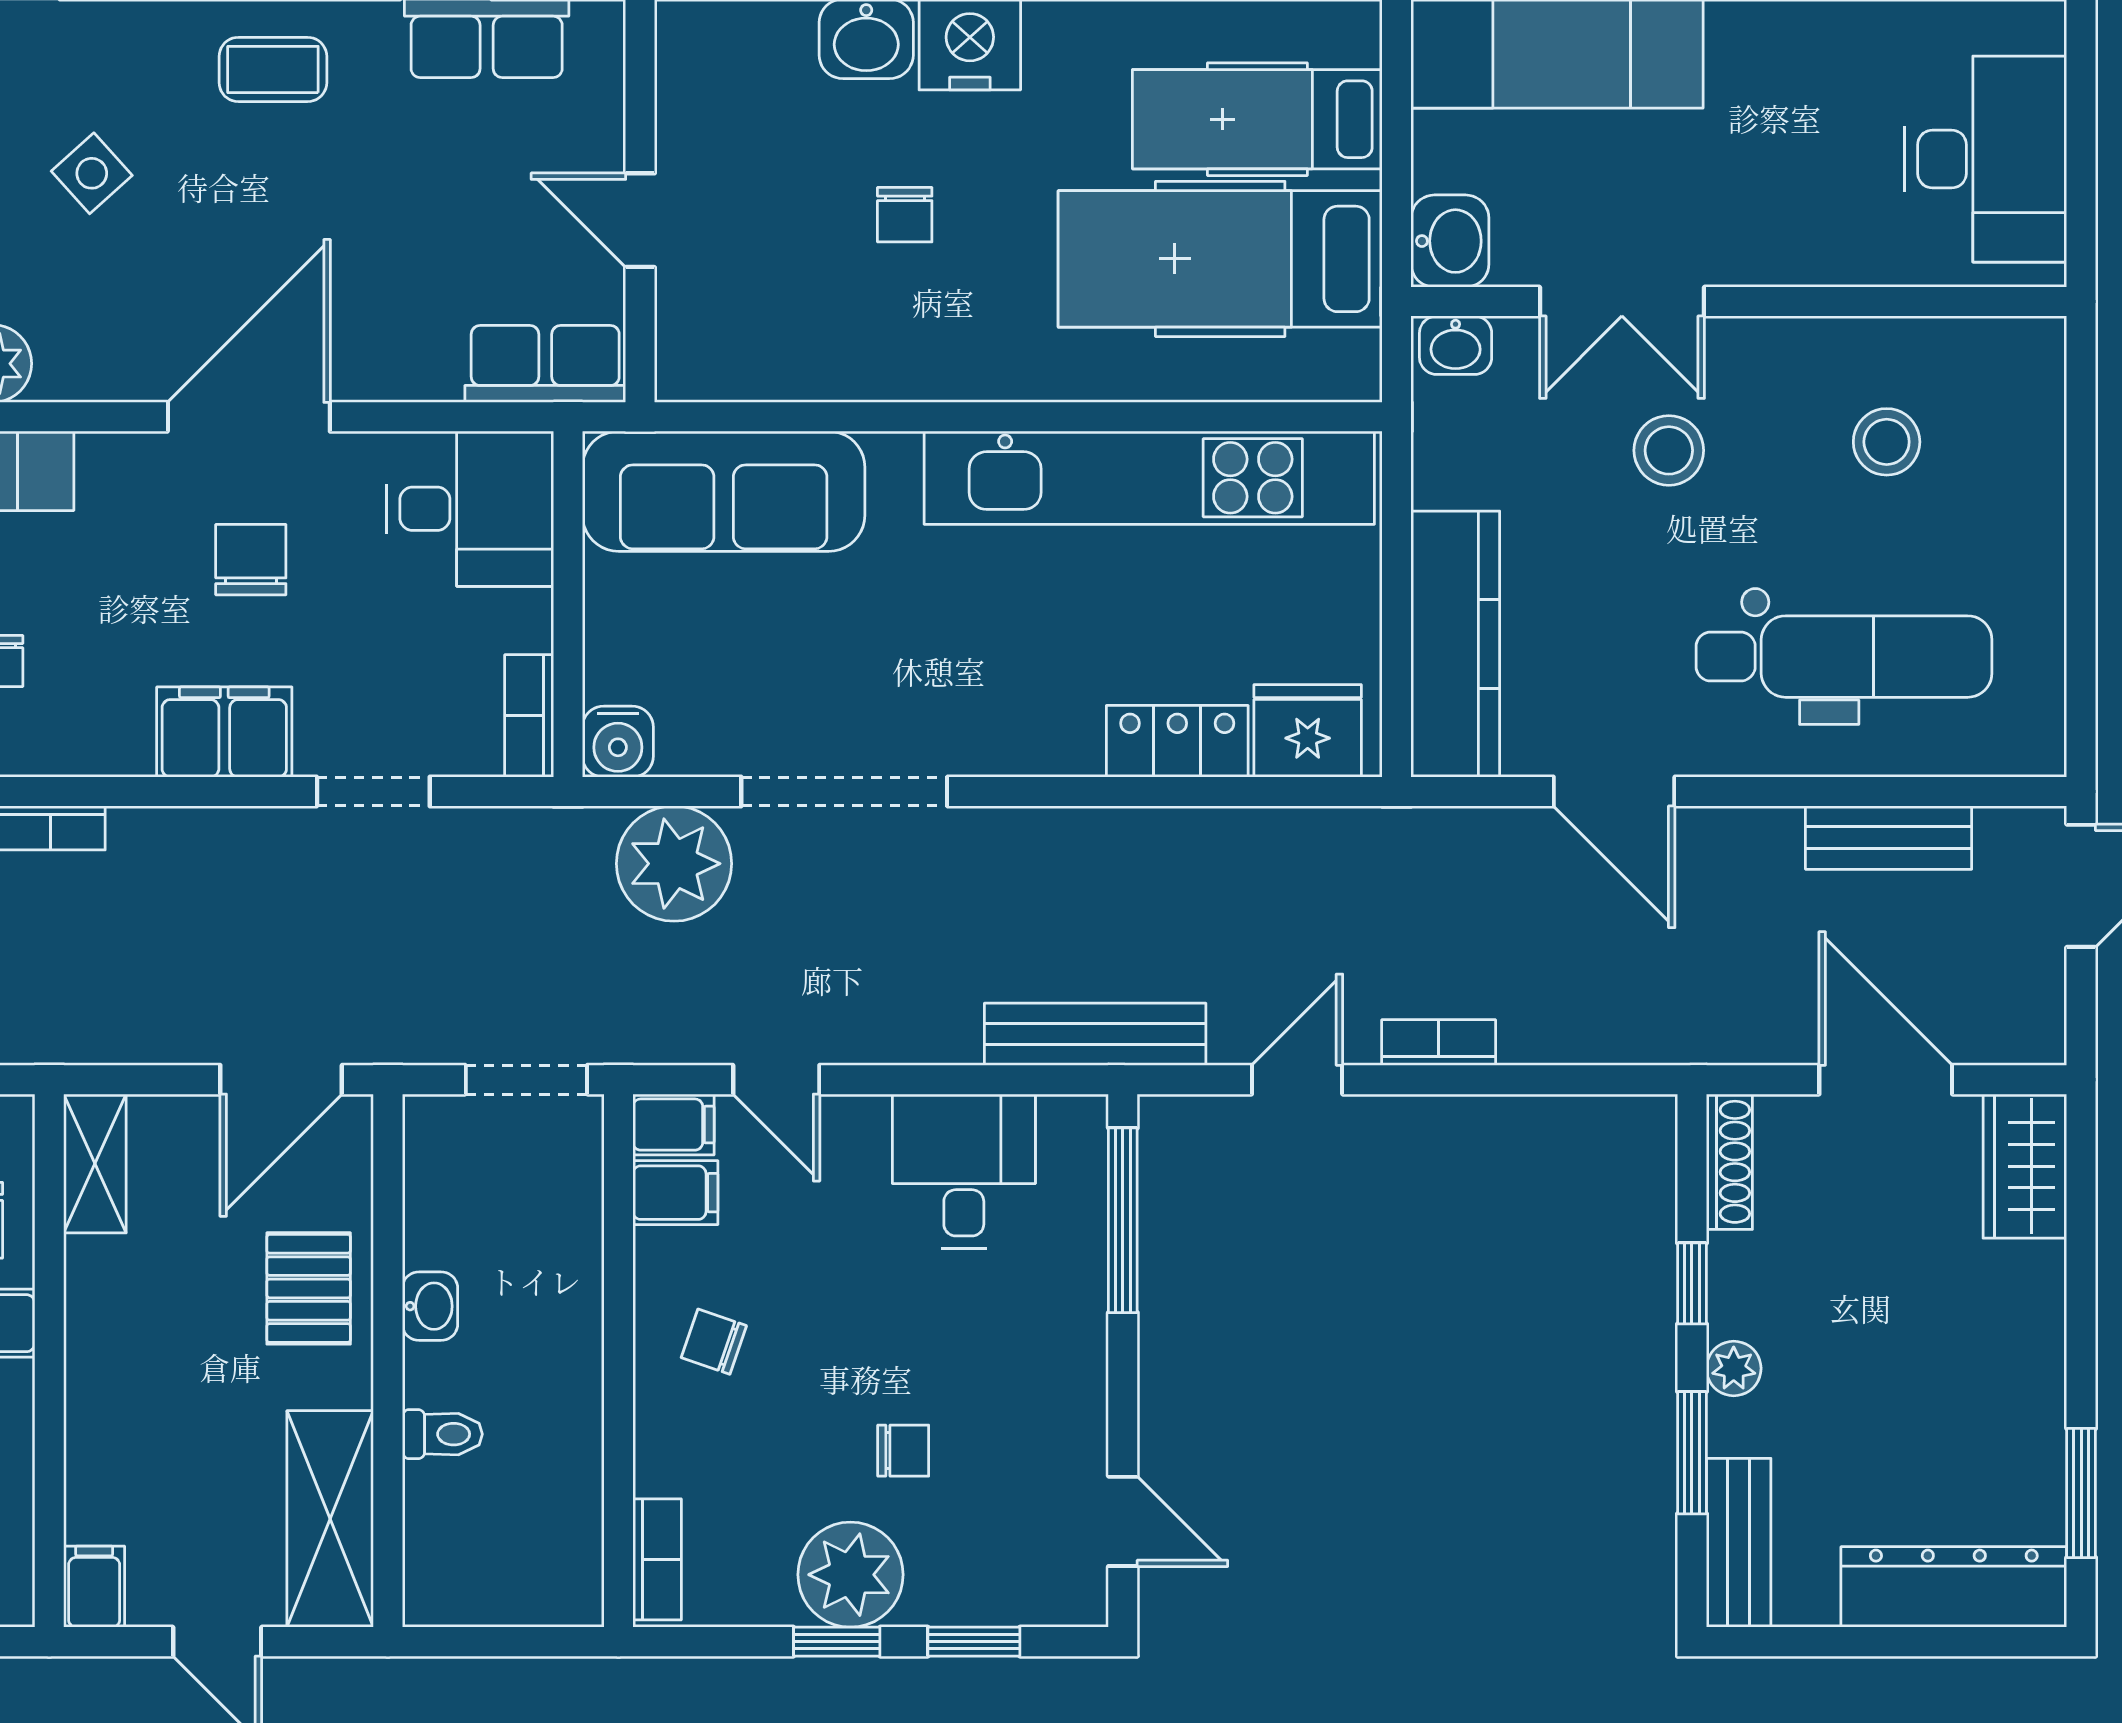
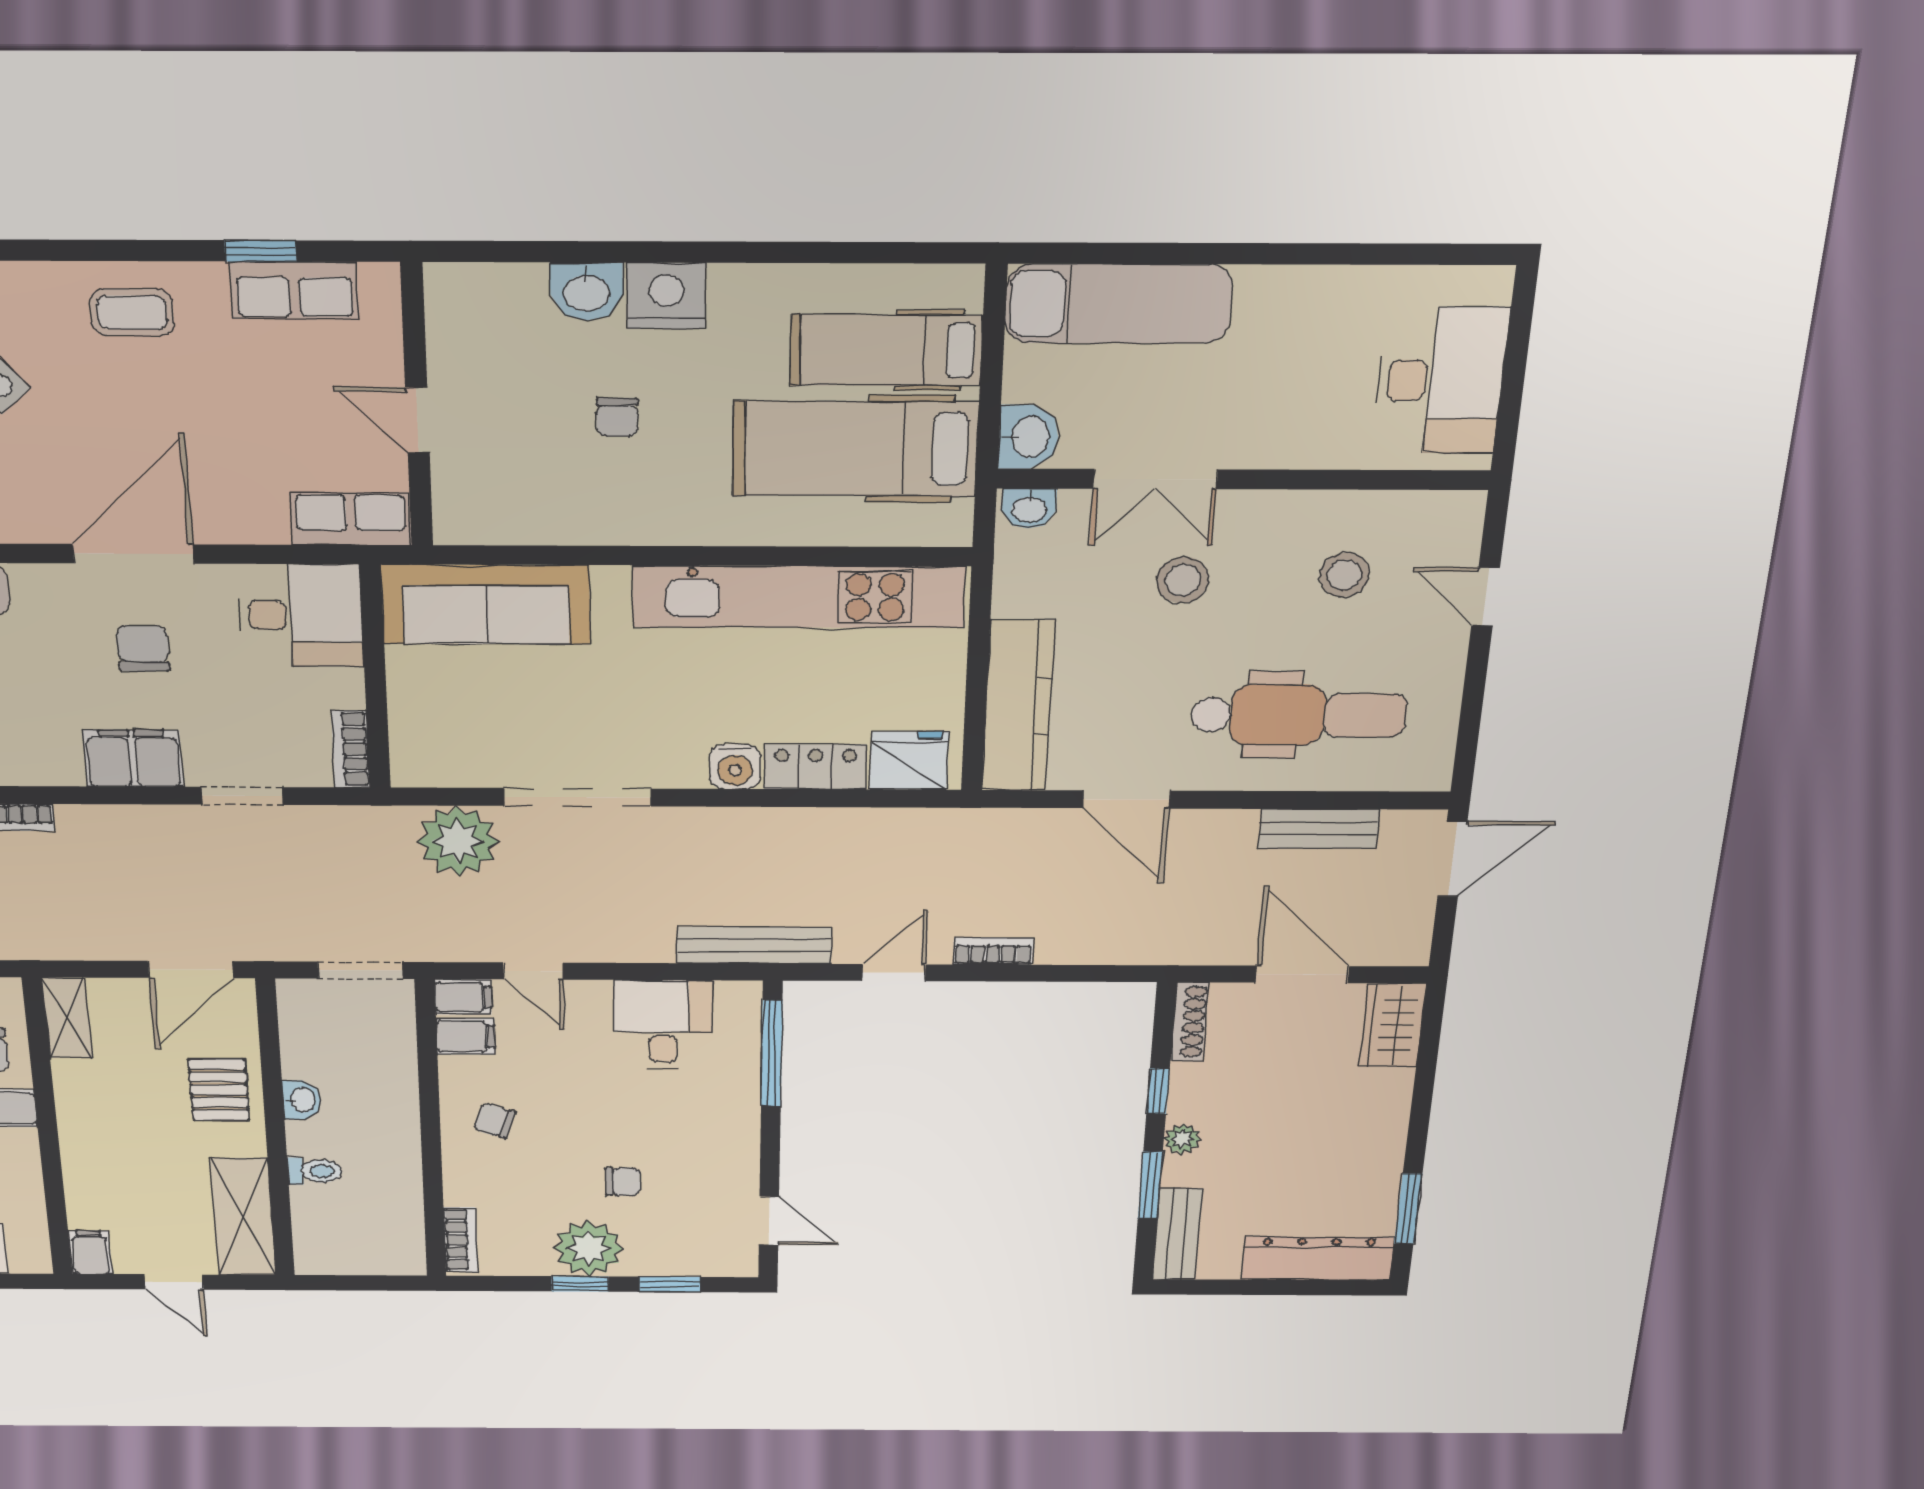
door: (2081, 474) -> (1486, 597), added
water cooler: (618, 742) -> (735, 767), moved

